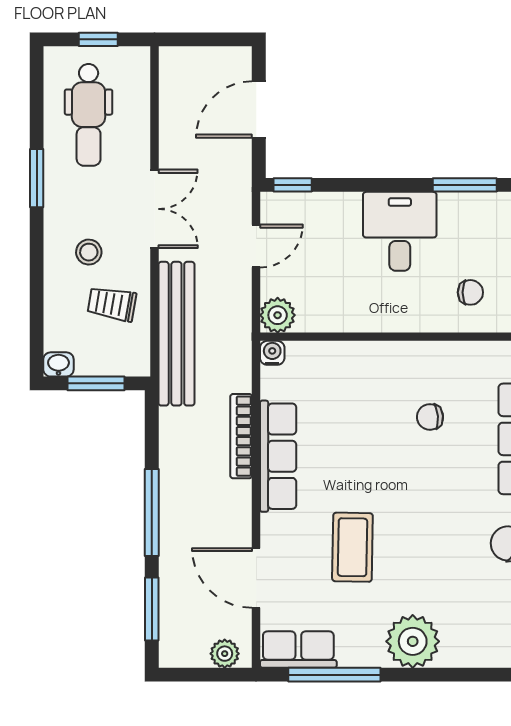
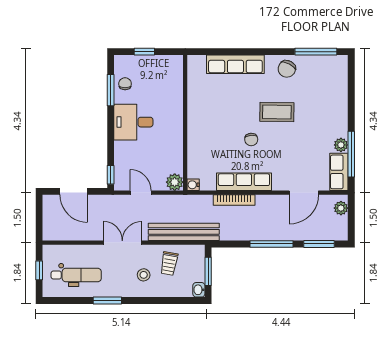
chair: (470, 292) -> (125, 84), moved
chair: (430, 417) -> (251, 140), moved
coffee table: (352, 547) -> (277, 112), moved
plant: (413, 641) -> (341, 145), moved, width x0.53, depth x0.53

